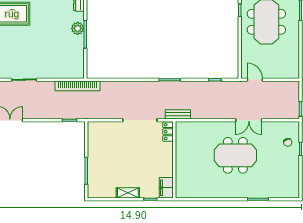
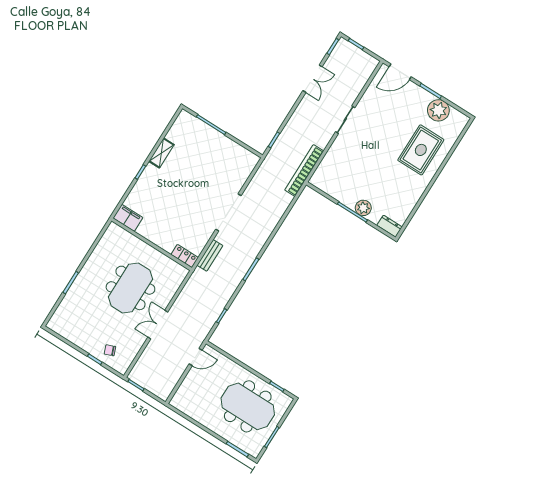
locker: (168, 132) -> (185, 256), moved
wall: (174, 160) -> (152, 244), moved
filing cabinet: (166, 188) -> (128, 218), moved

